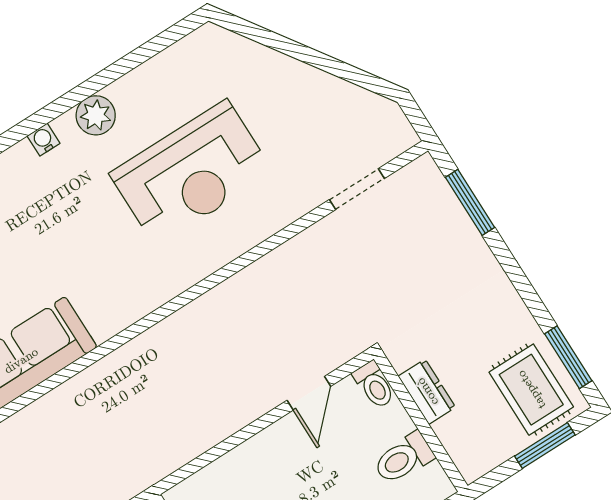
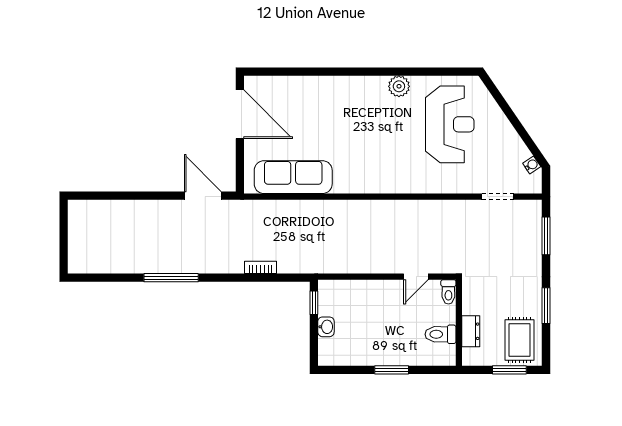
water cooler: (43, 140) -> (532, 165), moved, turned 56
reception desk: (191, 173) -> (450, 124), moved, turned -90
window: (568, 357) -> (546, 306), moved
dresser: (427, 392) -> (471, 331), moved

